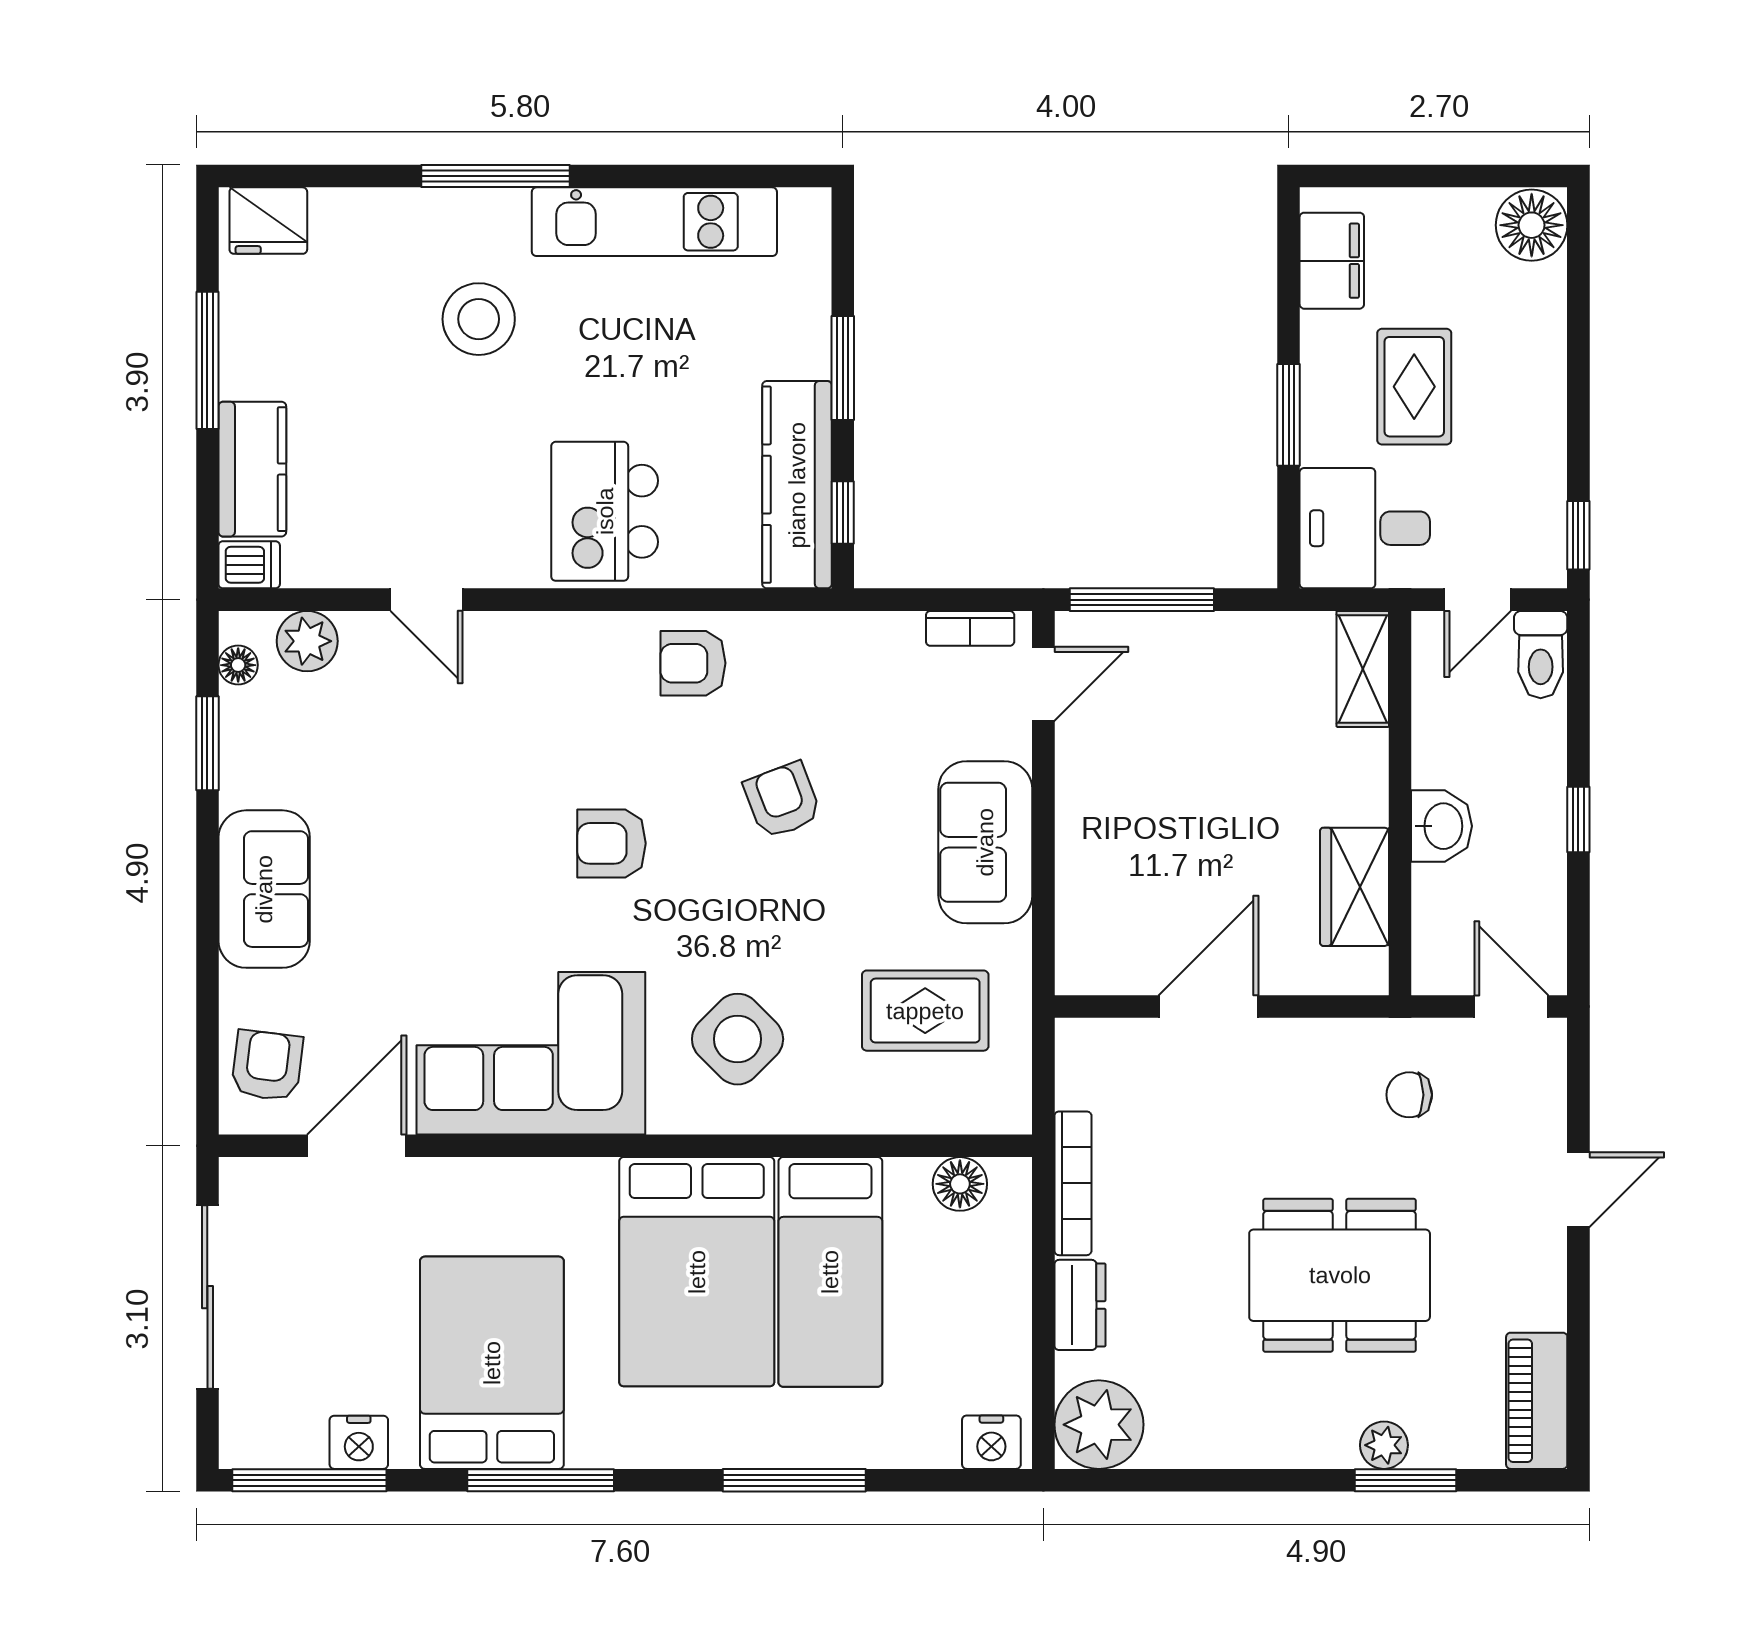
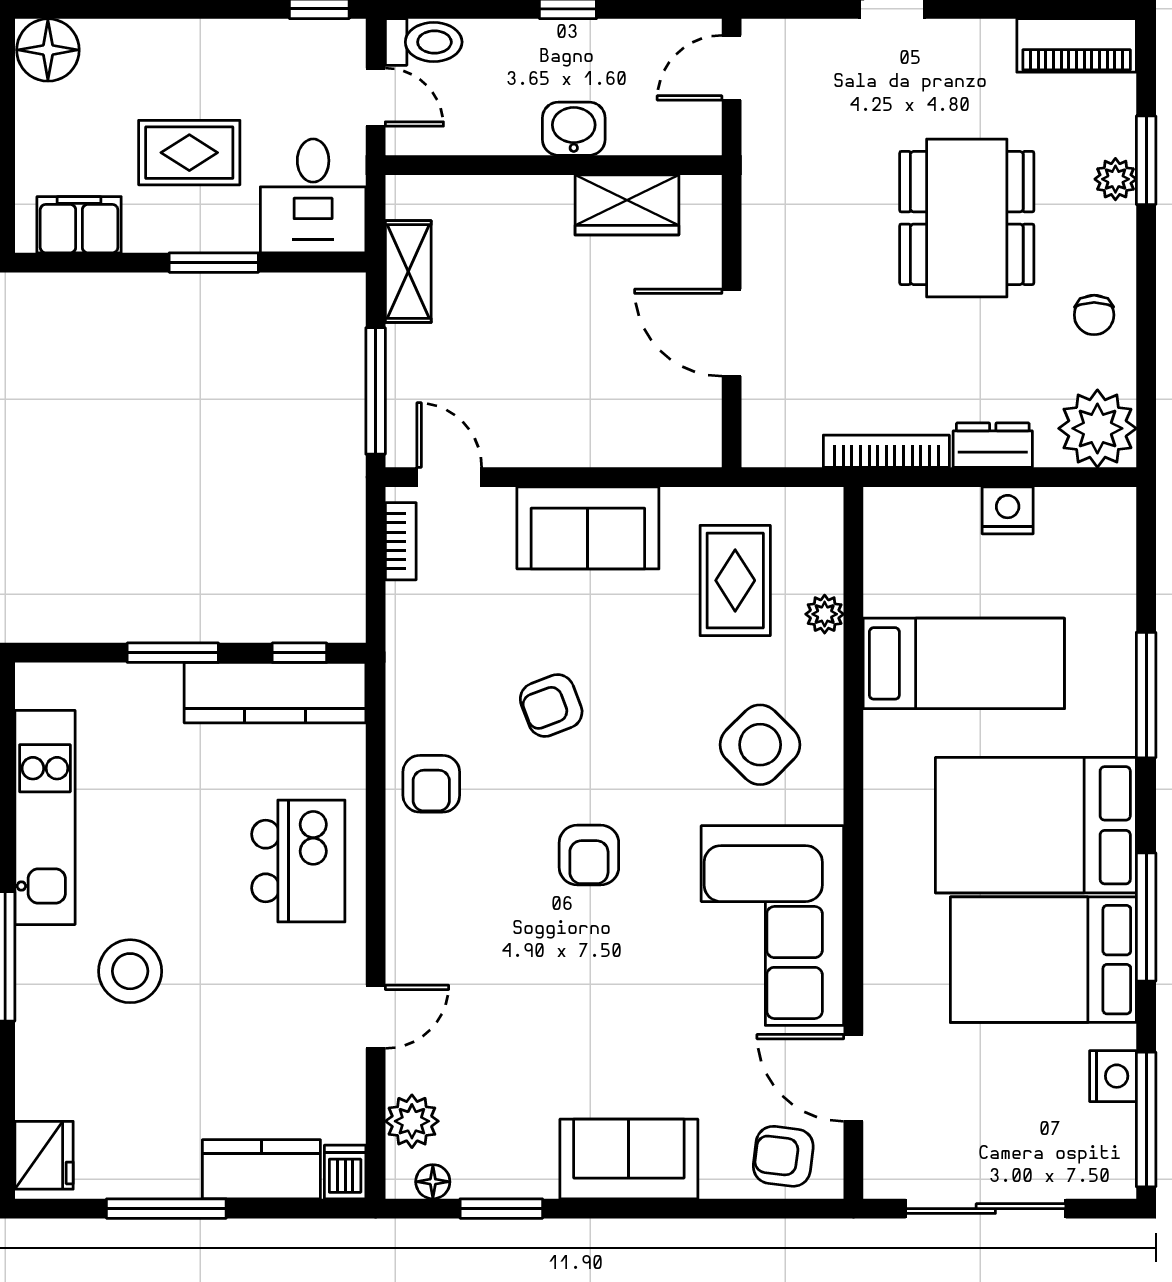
kitchen island: (605, 511) -> (298, 861), turned -90
shelving: (1363, 669) -> (408, 272), moved, turned 90
chair: (1409, 1095) -> (1094, 315), moved
plant: (887, 1113) -> (825, 614), added
floor lamp: (960, 1184) -> (887, 550), removed
bed: (697, 1272) -> (1036, 825), moved, turned 180
nightstand: (991, 1442) -> (1008, 510), moved, turned -90

